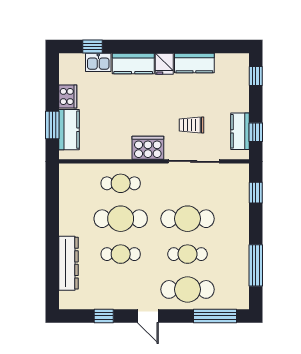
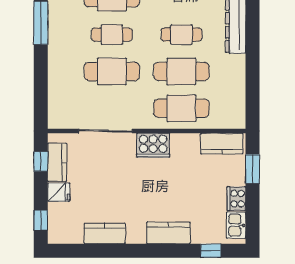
kitchen sink: (98, 62) -> (236, 225), moved, turned -90
fridge: (164, 64) -> (59, 192), moved, turned 90
trolley: (191, 125) -> (108, 169), removed
kitchen counter: (69, 130) -> (222, 144), moved, turned -90
cafe table: (121, 183) -> (181, 108), width x1.37, depth x1.35
window: (256, 193) -> (41, 98), removed

